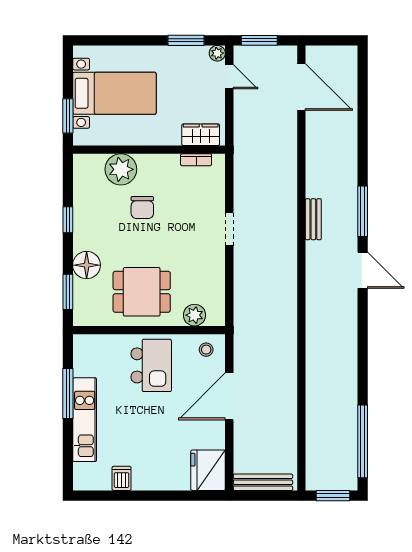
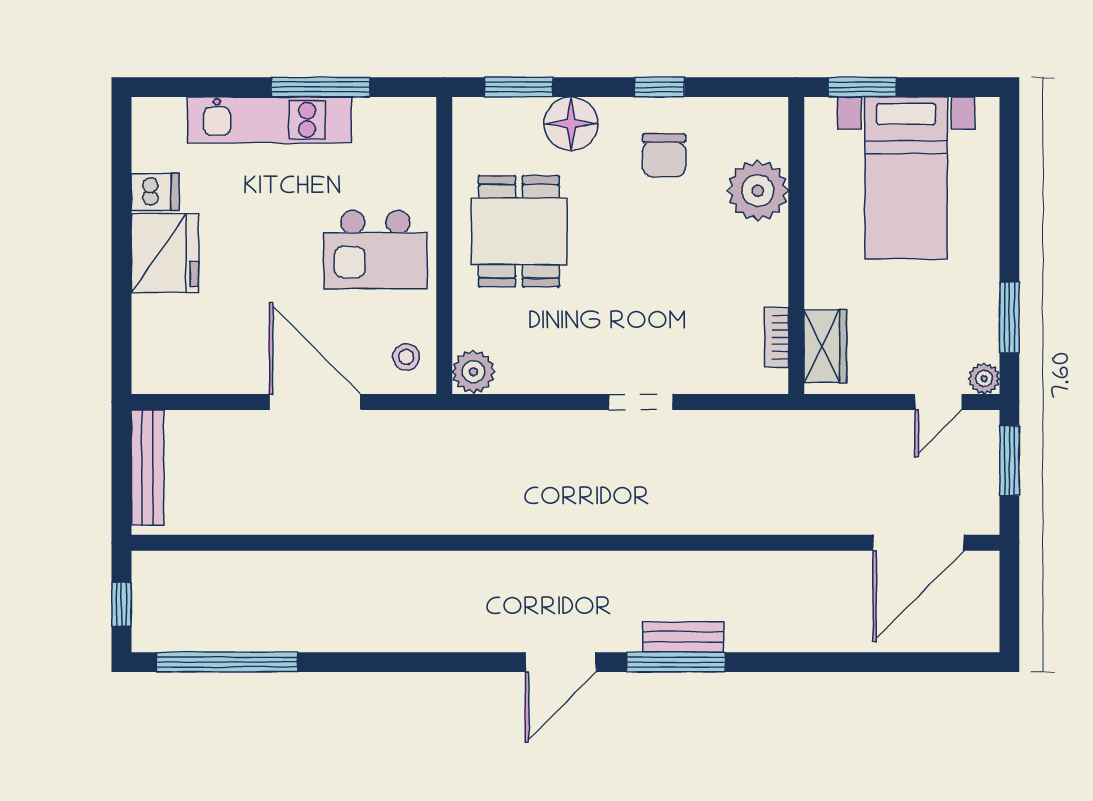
chair: (142, 208) -> (664, 155), moved, turned -90
bench: (313, 219) -> (683, 637), moved
plant: (195, 315) -> (473, 372), moved
fridge: (208, 470) -> (165, 253), moved, turned 90
window: (333, 496) -> (121, 604), width x0.67

